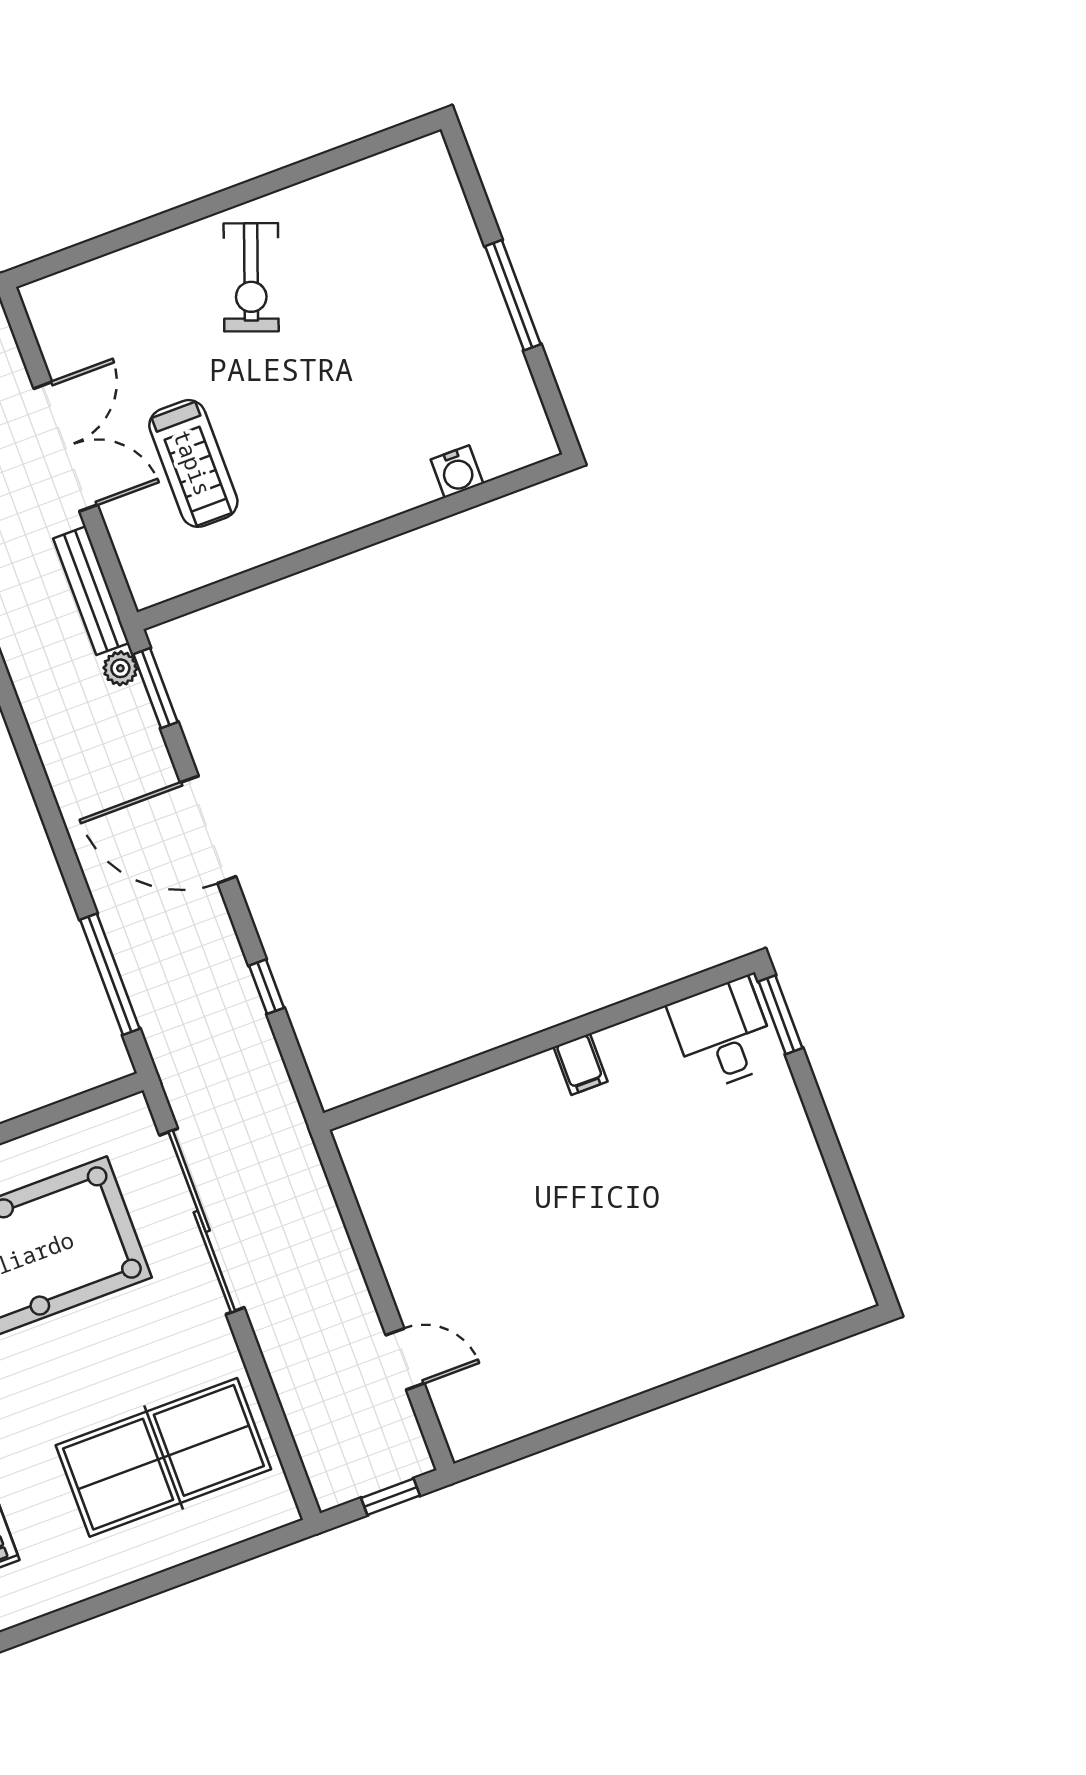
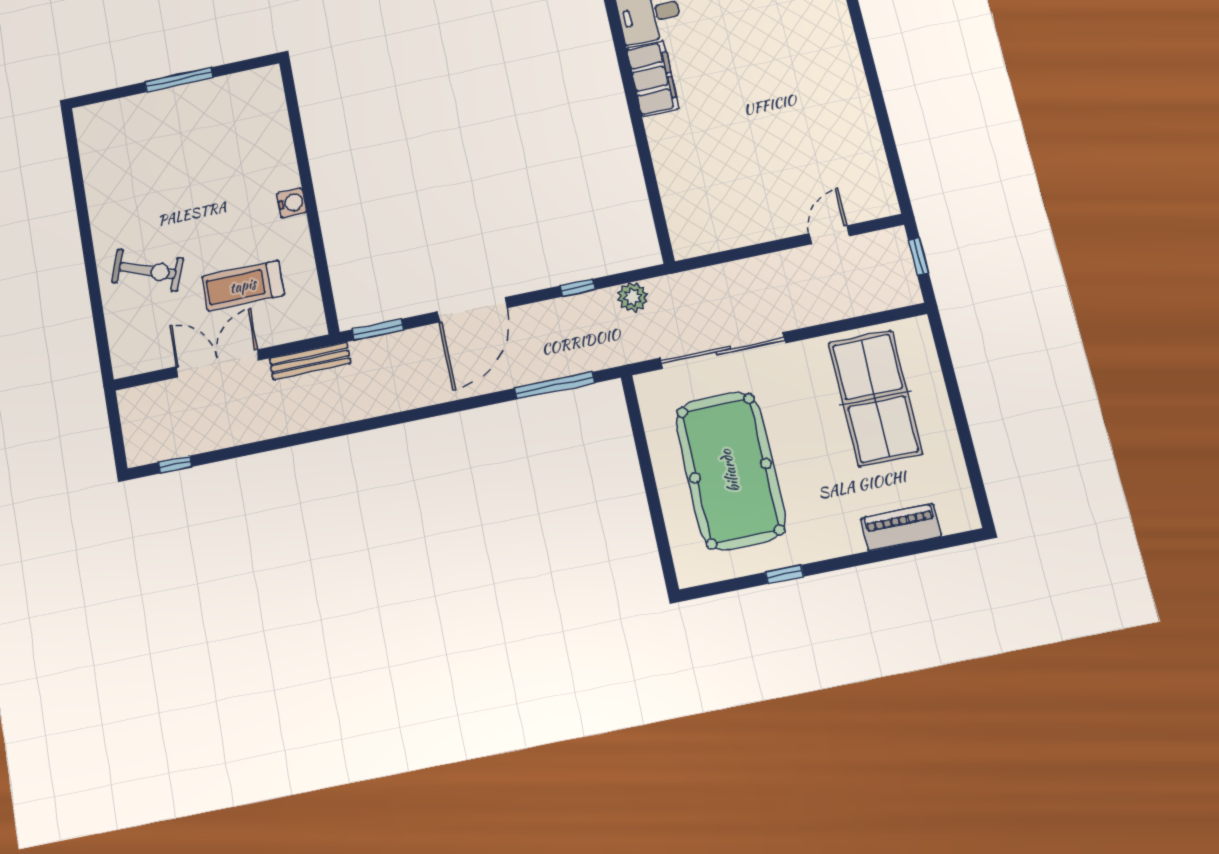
exercise bike: (251, 277) -> (148, 270), moved
treadmill: (193, 463) -> (243, 286), turned 180
water cooler: (457, 472) -> (292, 203), moved
plant: (120, 668) -> (633, 297), moved, width x1.38, depth x1.38
filing cabinet: (580, 1064) -> (653, 78), width x3.00, depth x1.17

